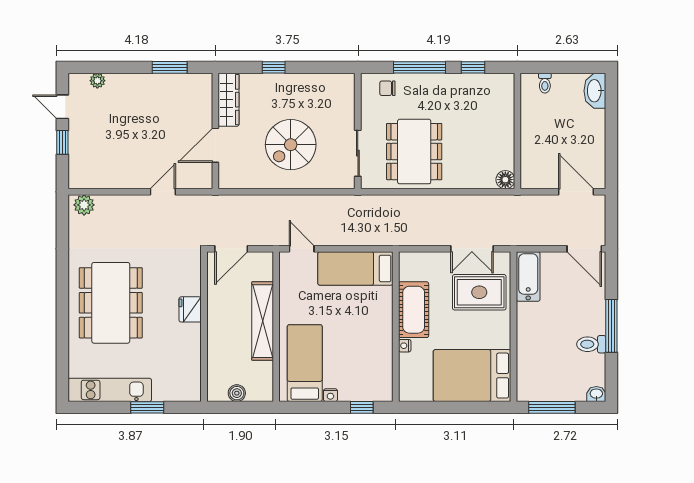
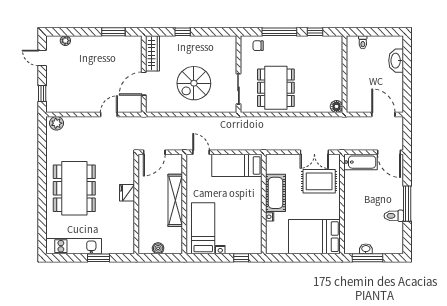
washbasin: (595, 91) -> (396, 61), moved
window: (62, 142) -> (42, 93), moved
bathtub: (528, 276) -> (360, 162), moved, turned 90
washbasin: (596, 394) -> (366, 249), moved

